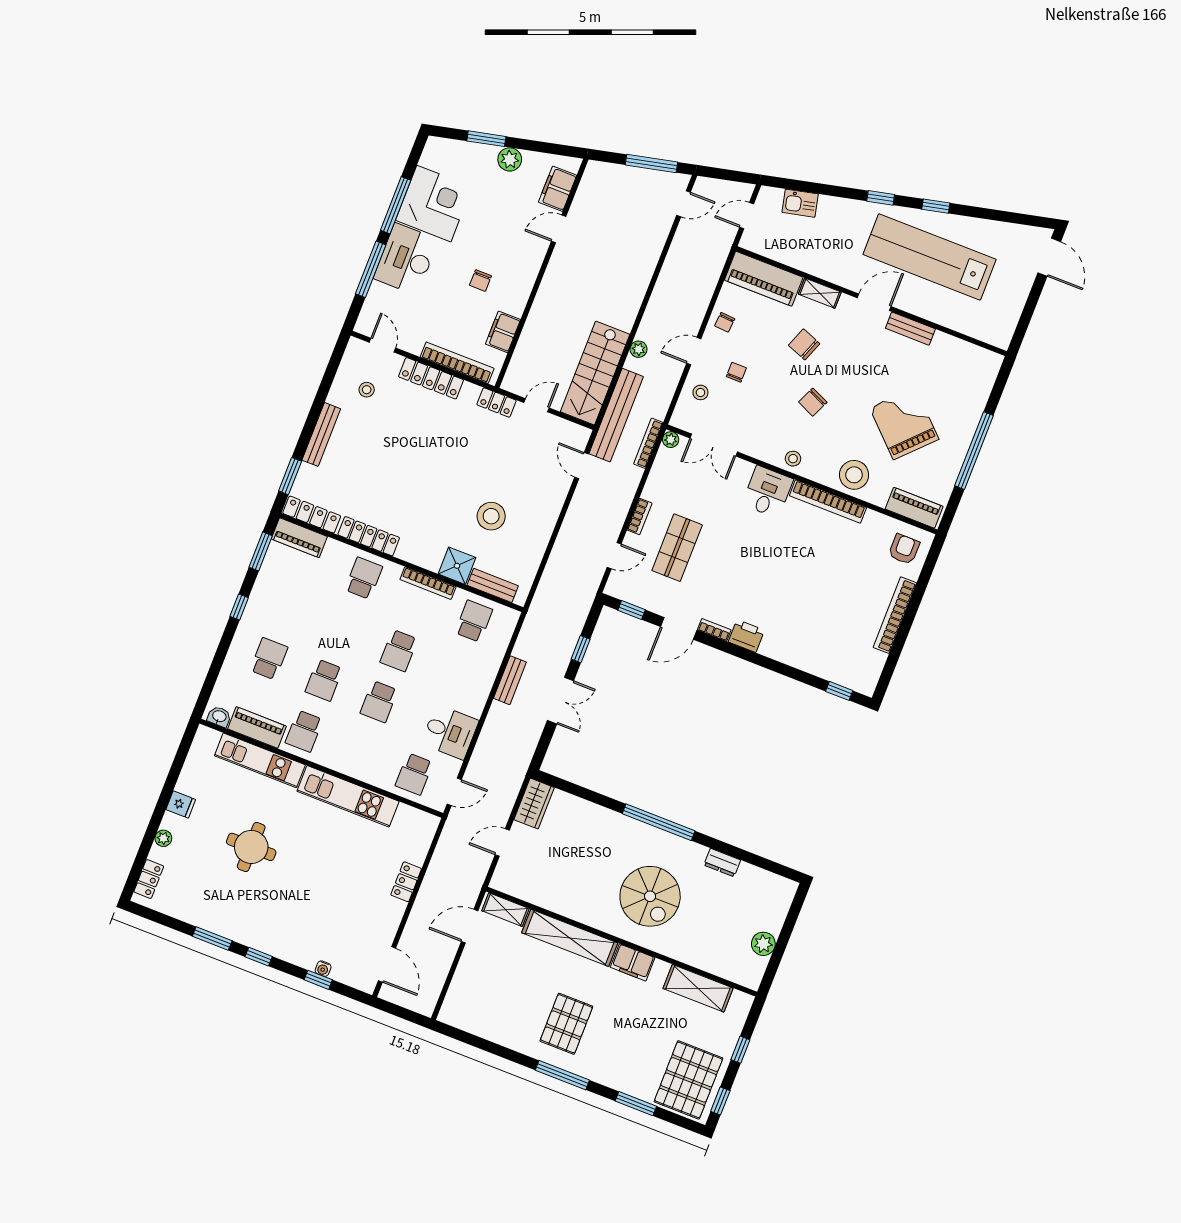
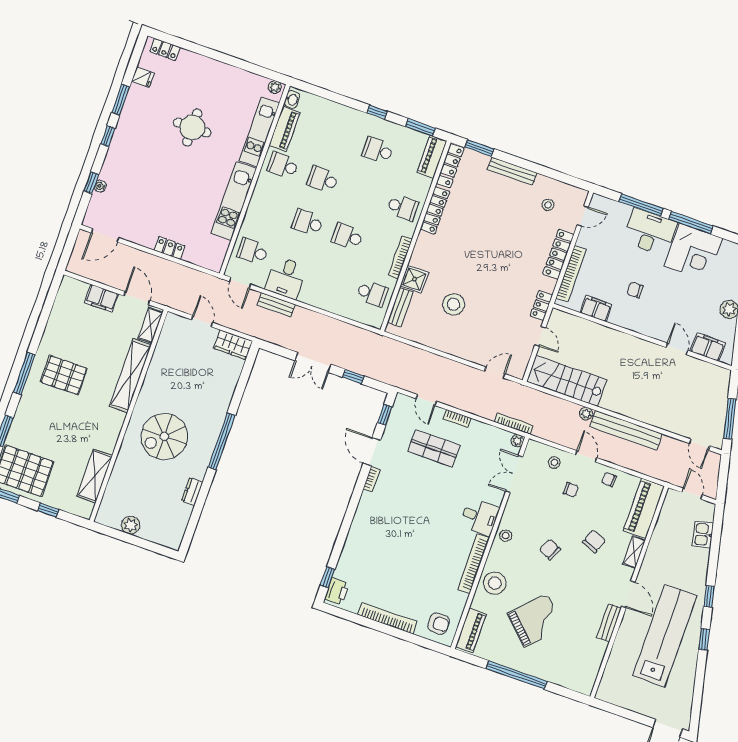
bench: (616, 415) -> (626, 430), moved
printer: (746, 636) -> (337, 591), moved
school desk: (269, 659) -> (378, 150), moved, turned 180
bench: (510, 680) -> (276, 305), moved
fridge: (181, 805) -> (143, 77), moved, turned -90
plant: (163, 838) -> (275, 87), moved
filing cabinet: (633, 962) -> (102, 298), moved, turned -90

